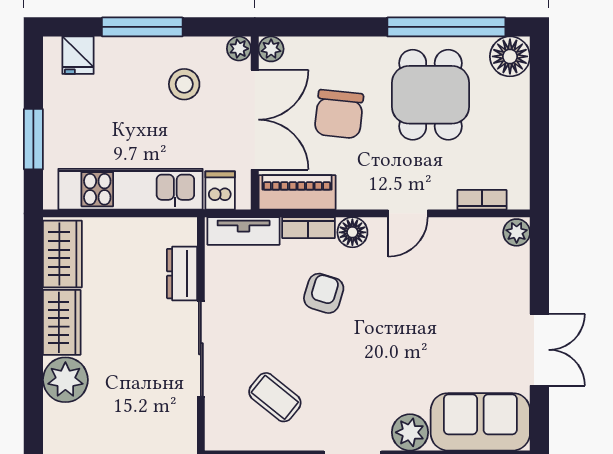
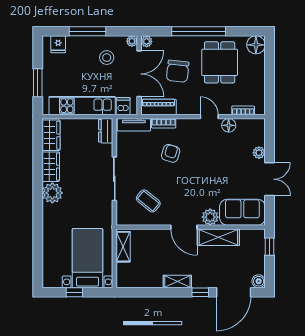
window: (446, 27) -> (199, 31), moved
door: (408, 213) -> (209, 117), swing flipped
floor lamp: (352, 232) -> (229, 125), moved
plant: (517, 232) -> (259, 153), moved
dresser: (182, 274) -> (106, 131), moved

